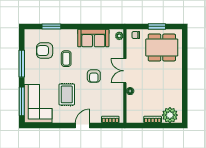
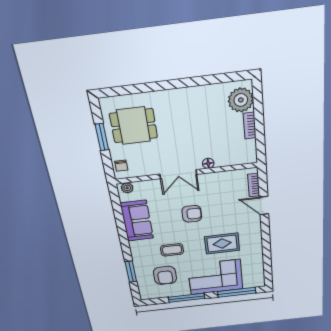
dining table: (162, 48) -> (134, 126), width x0.73
corner sofa: (38, 104) -> (215, 277), moved
door: (82, 125) -> (264, 206), moved

